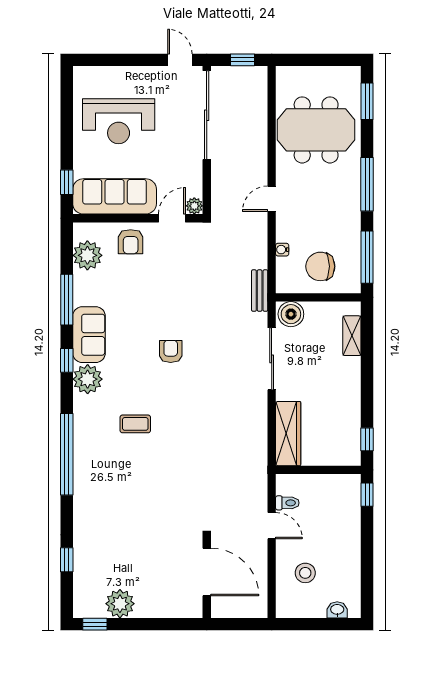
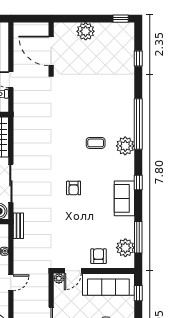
window: (67, 300) -> (138, 237), moved
plant: (88, 379) -> (125, 146), moved
plant: (120, 604) -> (86, 31), moved

